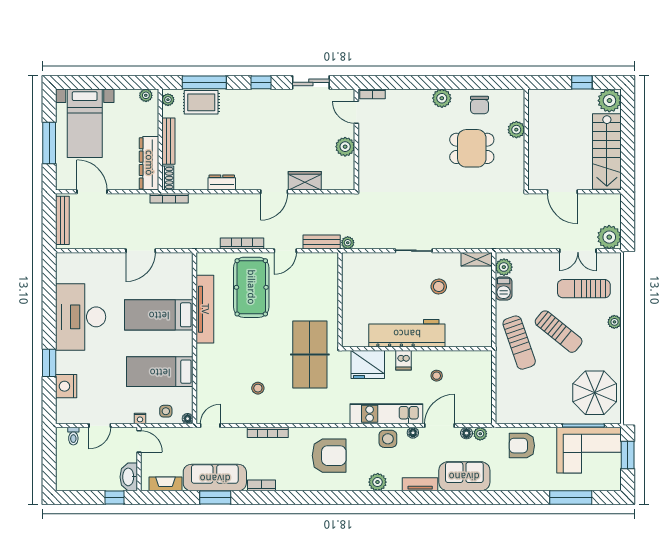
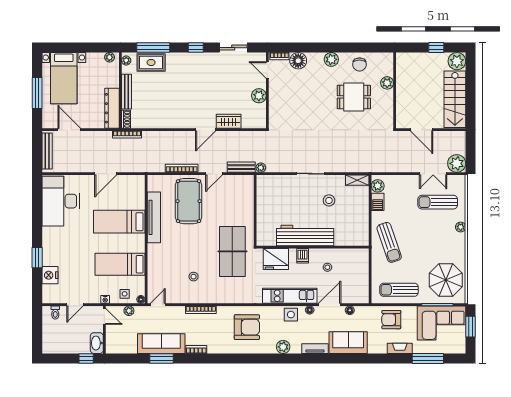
floor lamp: (398, 100) -> (298, 61), added
dresser: (222, 183) -> (166, 123), removed
desk: (81, 317) -> (61, 201), moved
sun lounger: (559, 332) -> (399, 290), moved, turned 141
plant: (480, 434) -> (129, 311), moved
fireplace: (166, 484) -> (400, 348), moved

